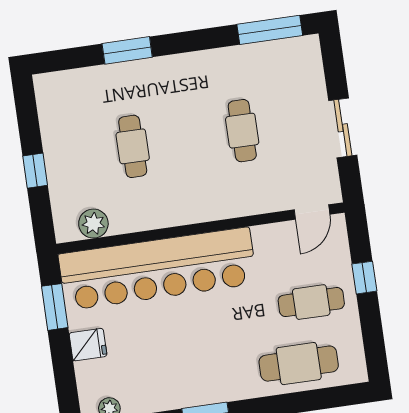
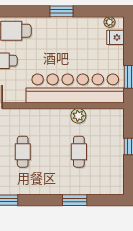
plant: (93, 224) -> (78, 116), moved
fridge: (88, 345) -> (116, 37), moved

